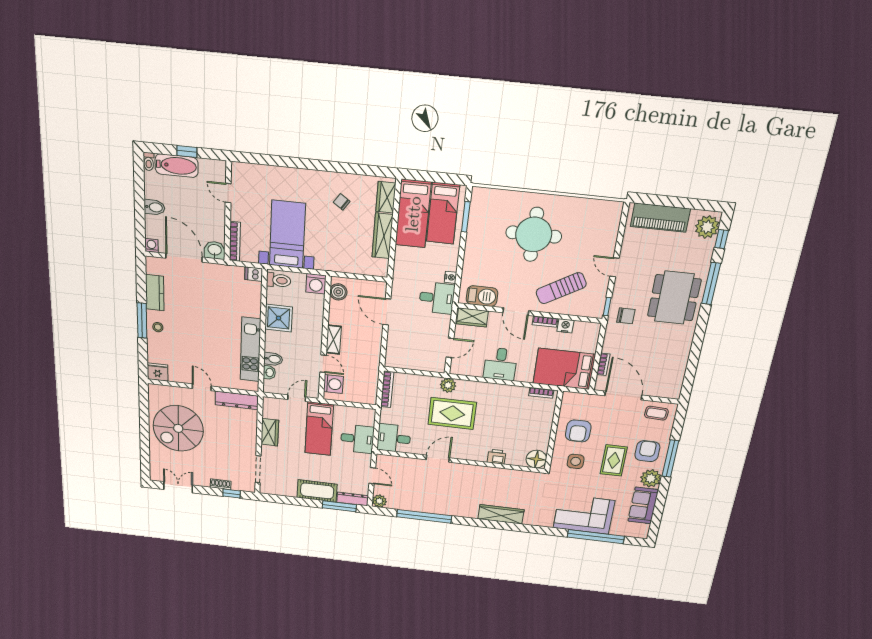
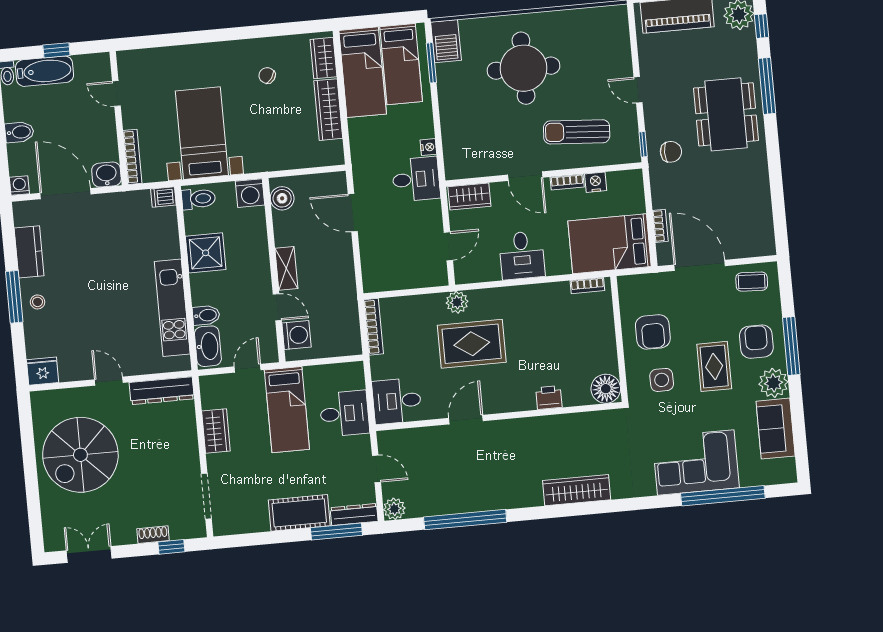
sun lounger: (561, 288) -> (577, 132), turned 34
barbecue: (482, 296) -> (446, 41), moved, turned 90
washbasin: (269, 372) -> (208, 346), width x1.91, depth x1.45

